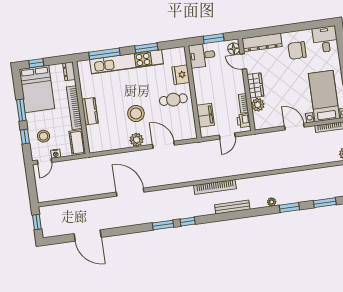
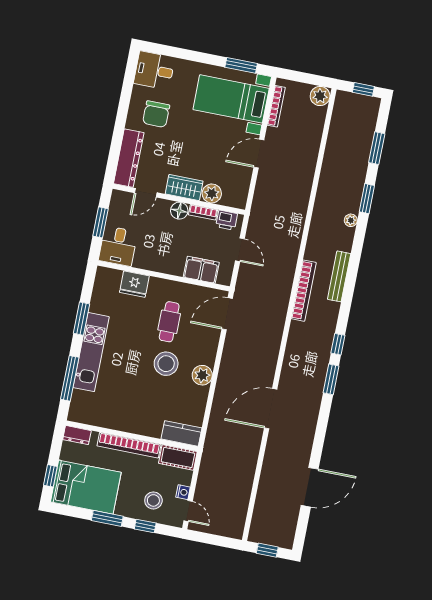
floor lamp: (234, 49) -> (179, 211), moved
kitchen unit: (127, 62) -> (91, 352), width x0.73
cafe table: (173, 100) -> (169, 322), moved
kitchen counter: (90, 111) -> (181, 433), moved
door: (163, 145) -> (227, 314), moved

